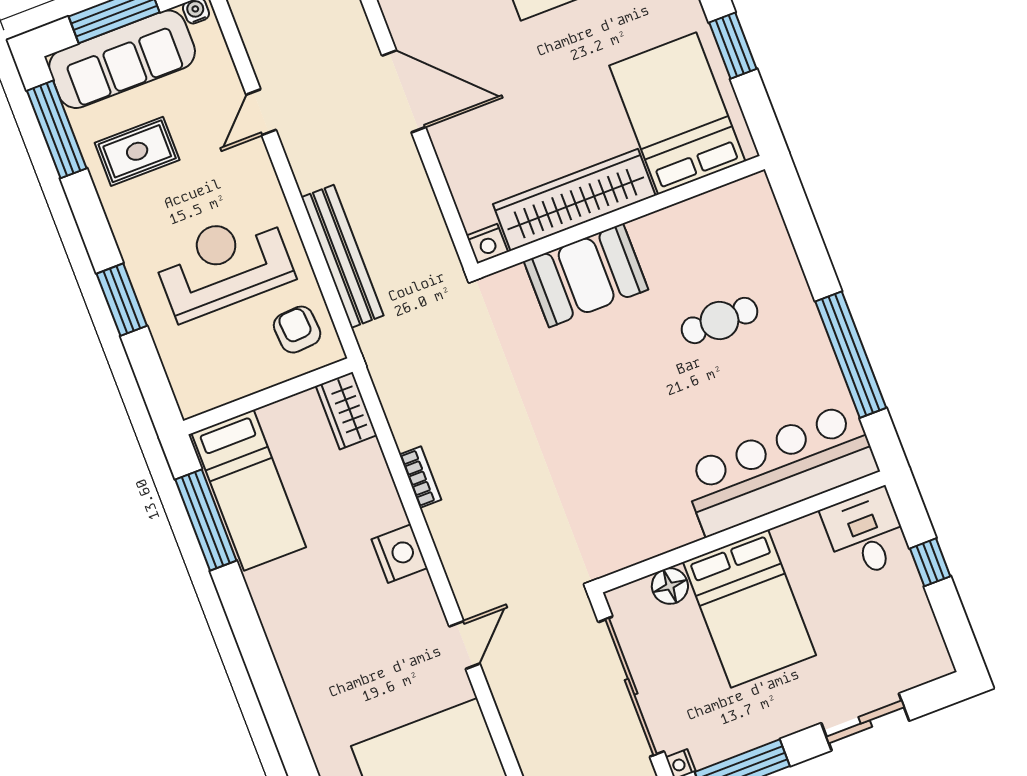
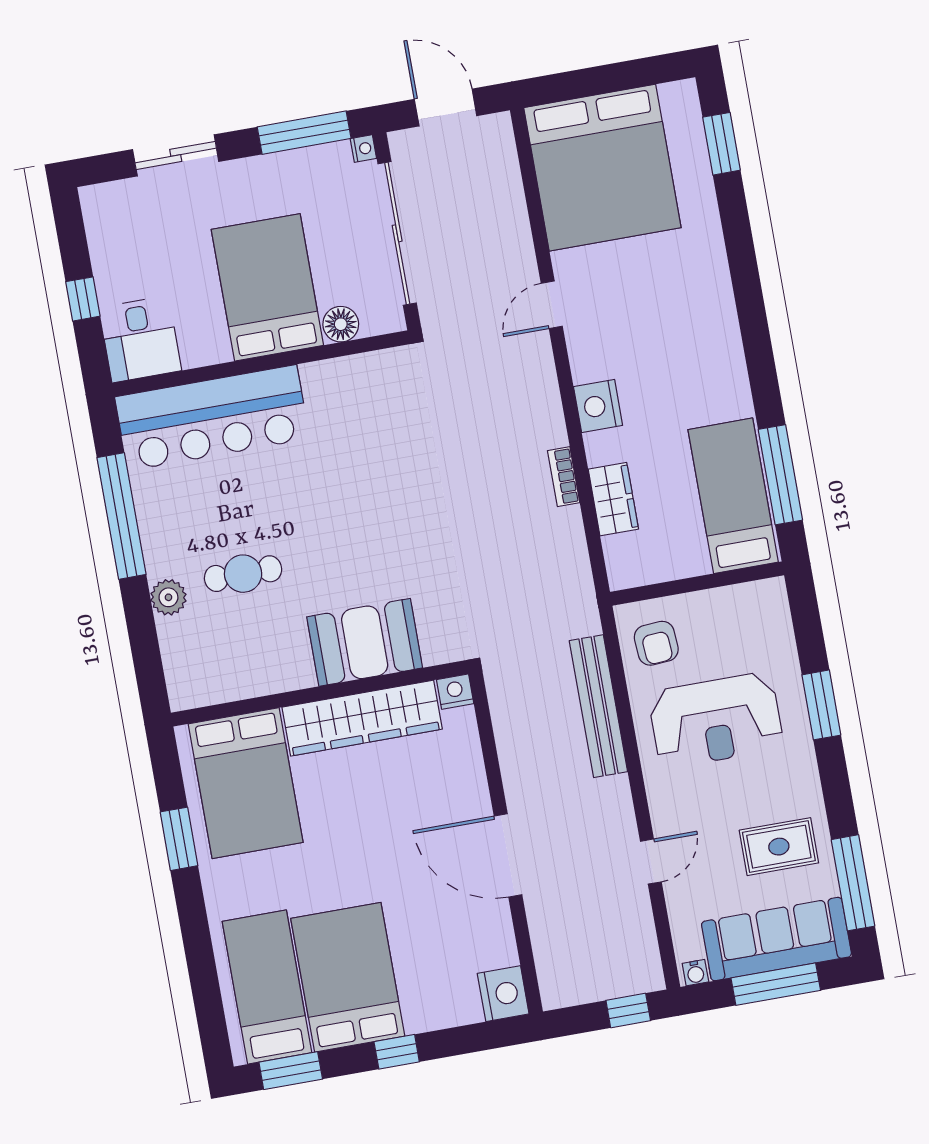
plant: (789, 283) -> (168, 597), added
wardrobe: (346, 411) -> (613, 499), moved

